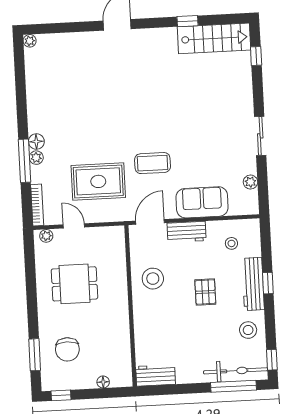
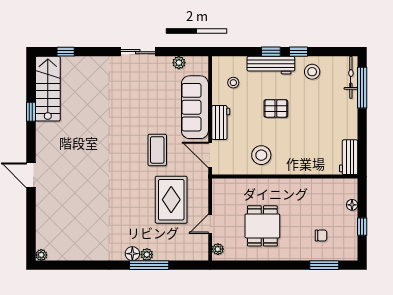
sofa: (202, 202) -> (195, 107), width x1.36
bookcase: (37, 205) -> (190, 256), removed
chair: (67, 349) -> (321, 235), width x0.54, depth x0.54
window: (272, 360) -> (298, 52), moved
bicycle: (236, 371) -> (351, 77), width x0.73, depth x0.71
window: (61, 395) -> (362, 227), moved

